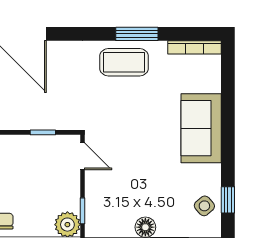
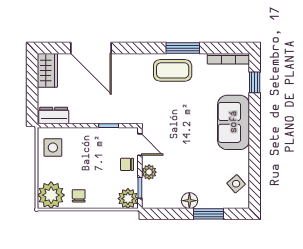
chair: (66, 181) -> (127, 164), added
plant: (94, 191) -> (149, 172), added
window: (228, 200) -> (255, 82), moved

